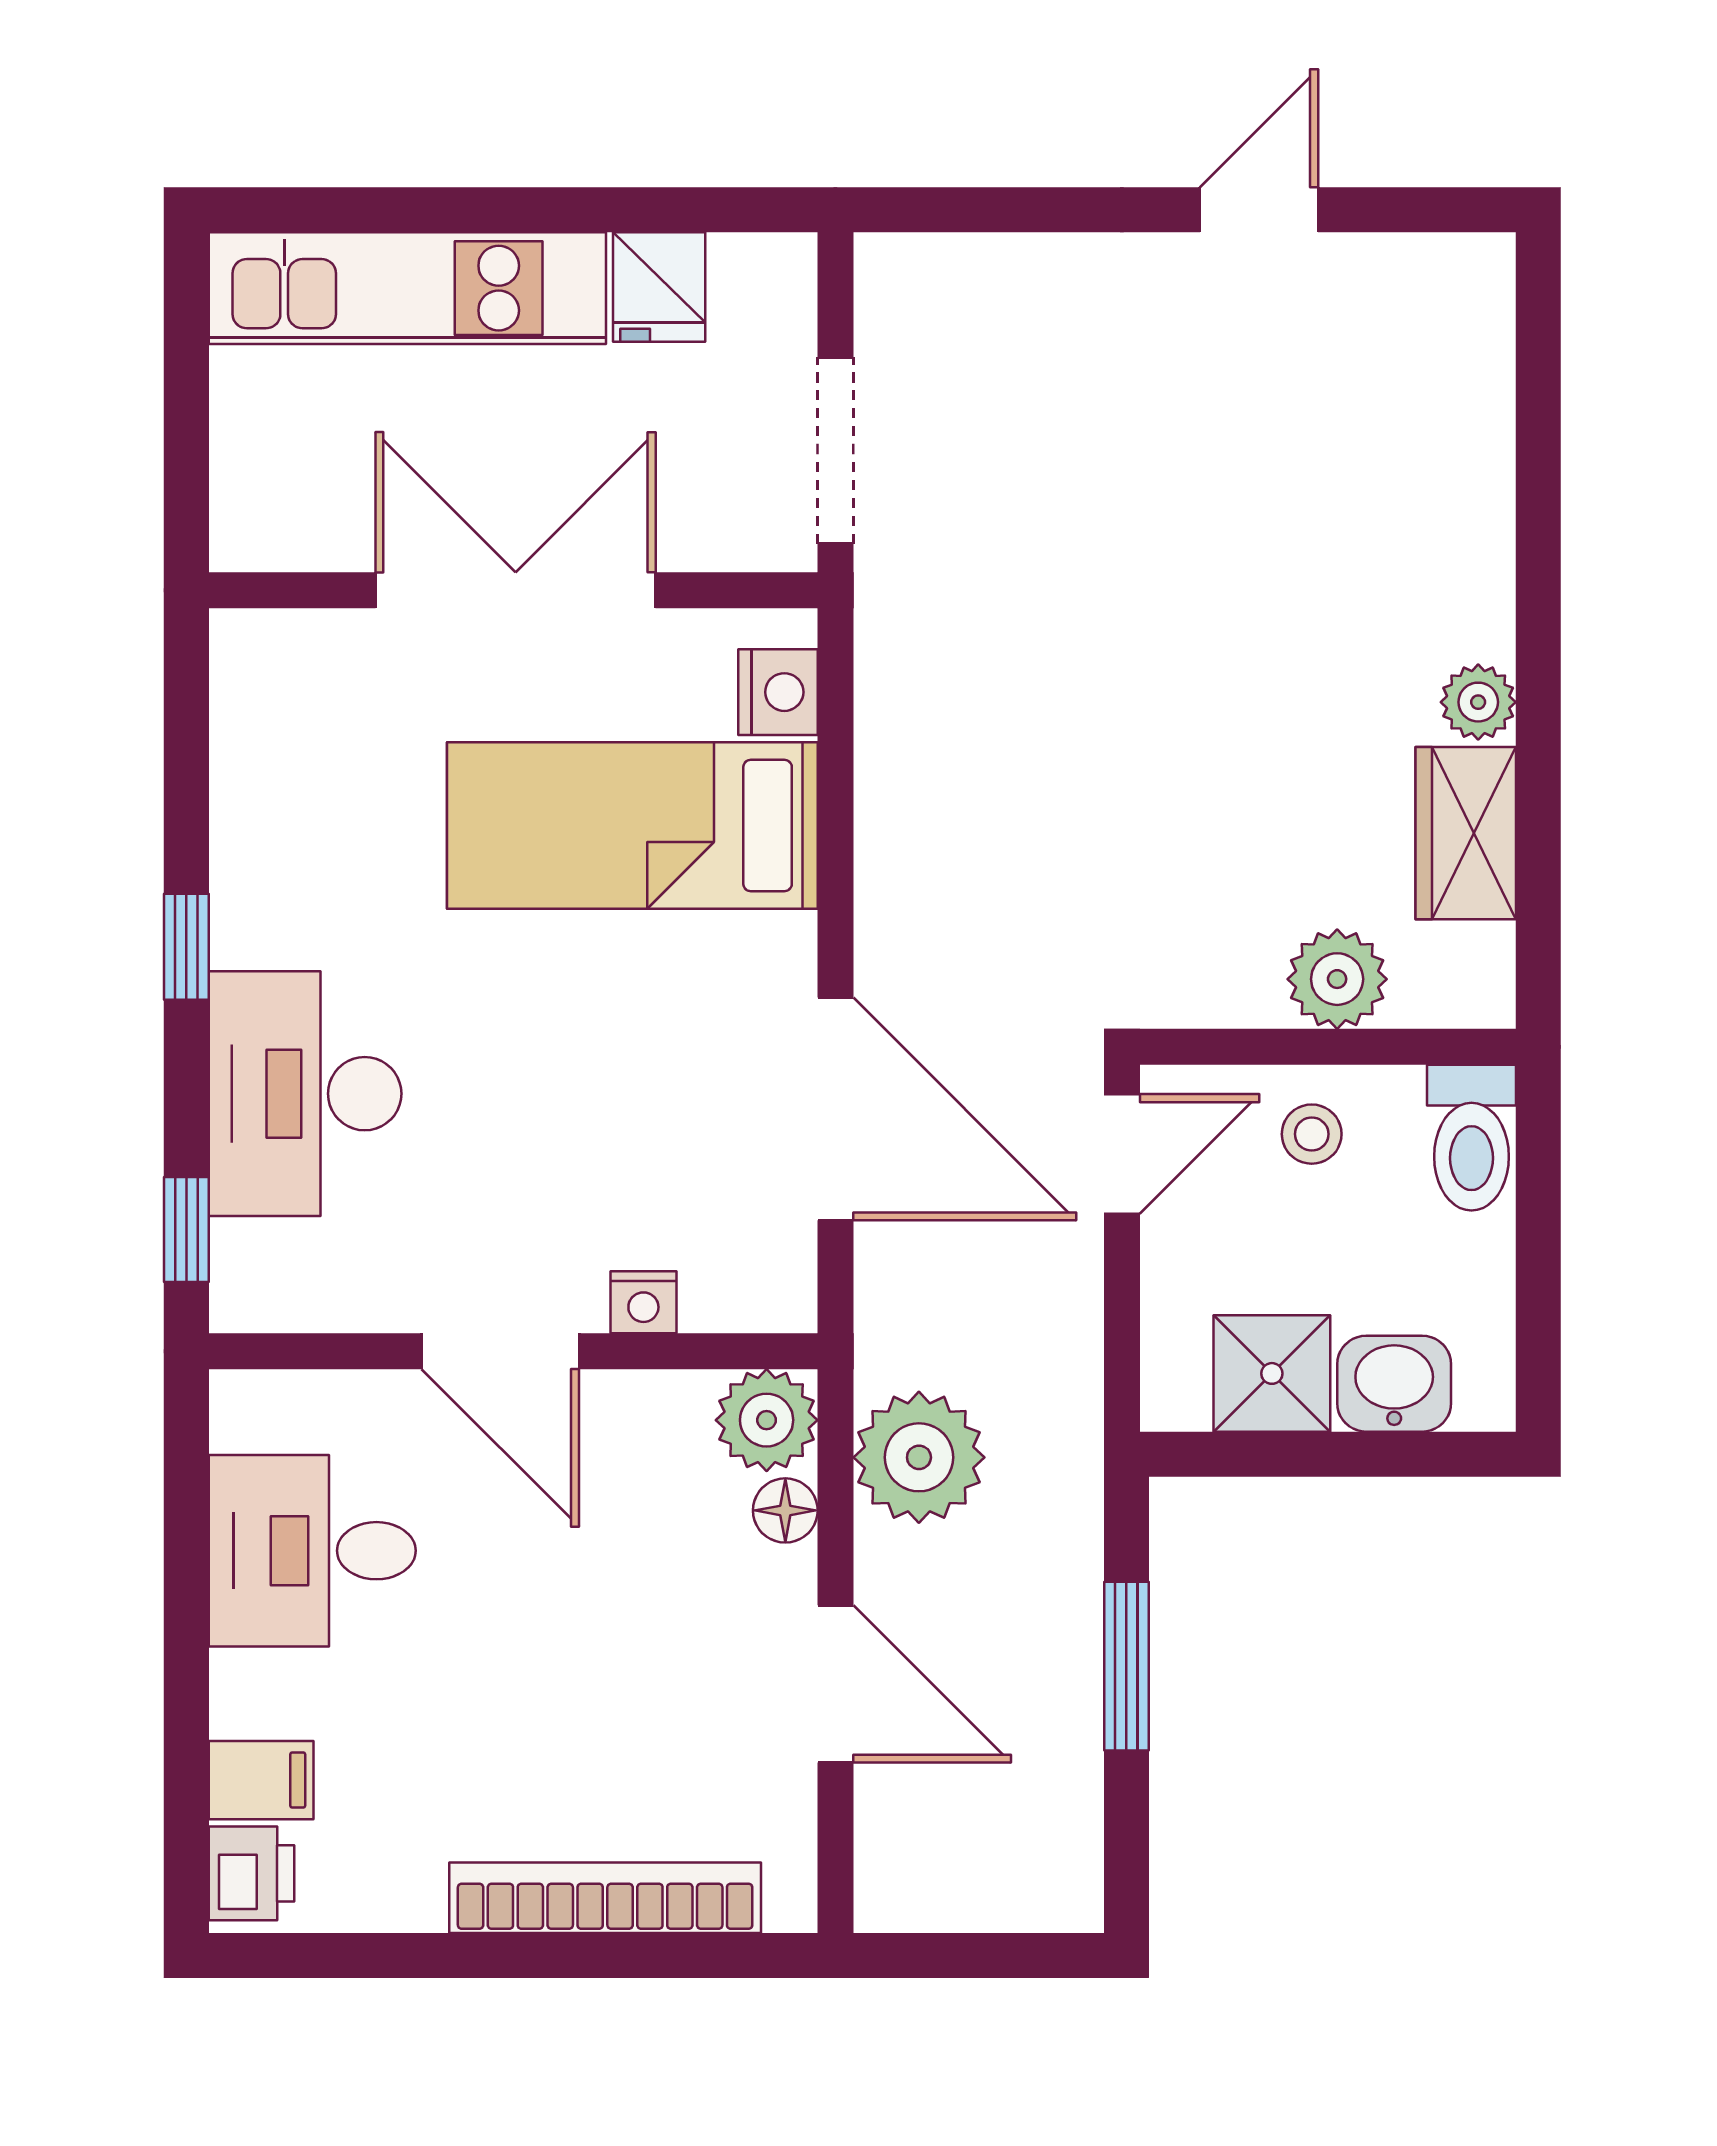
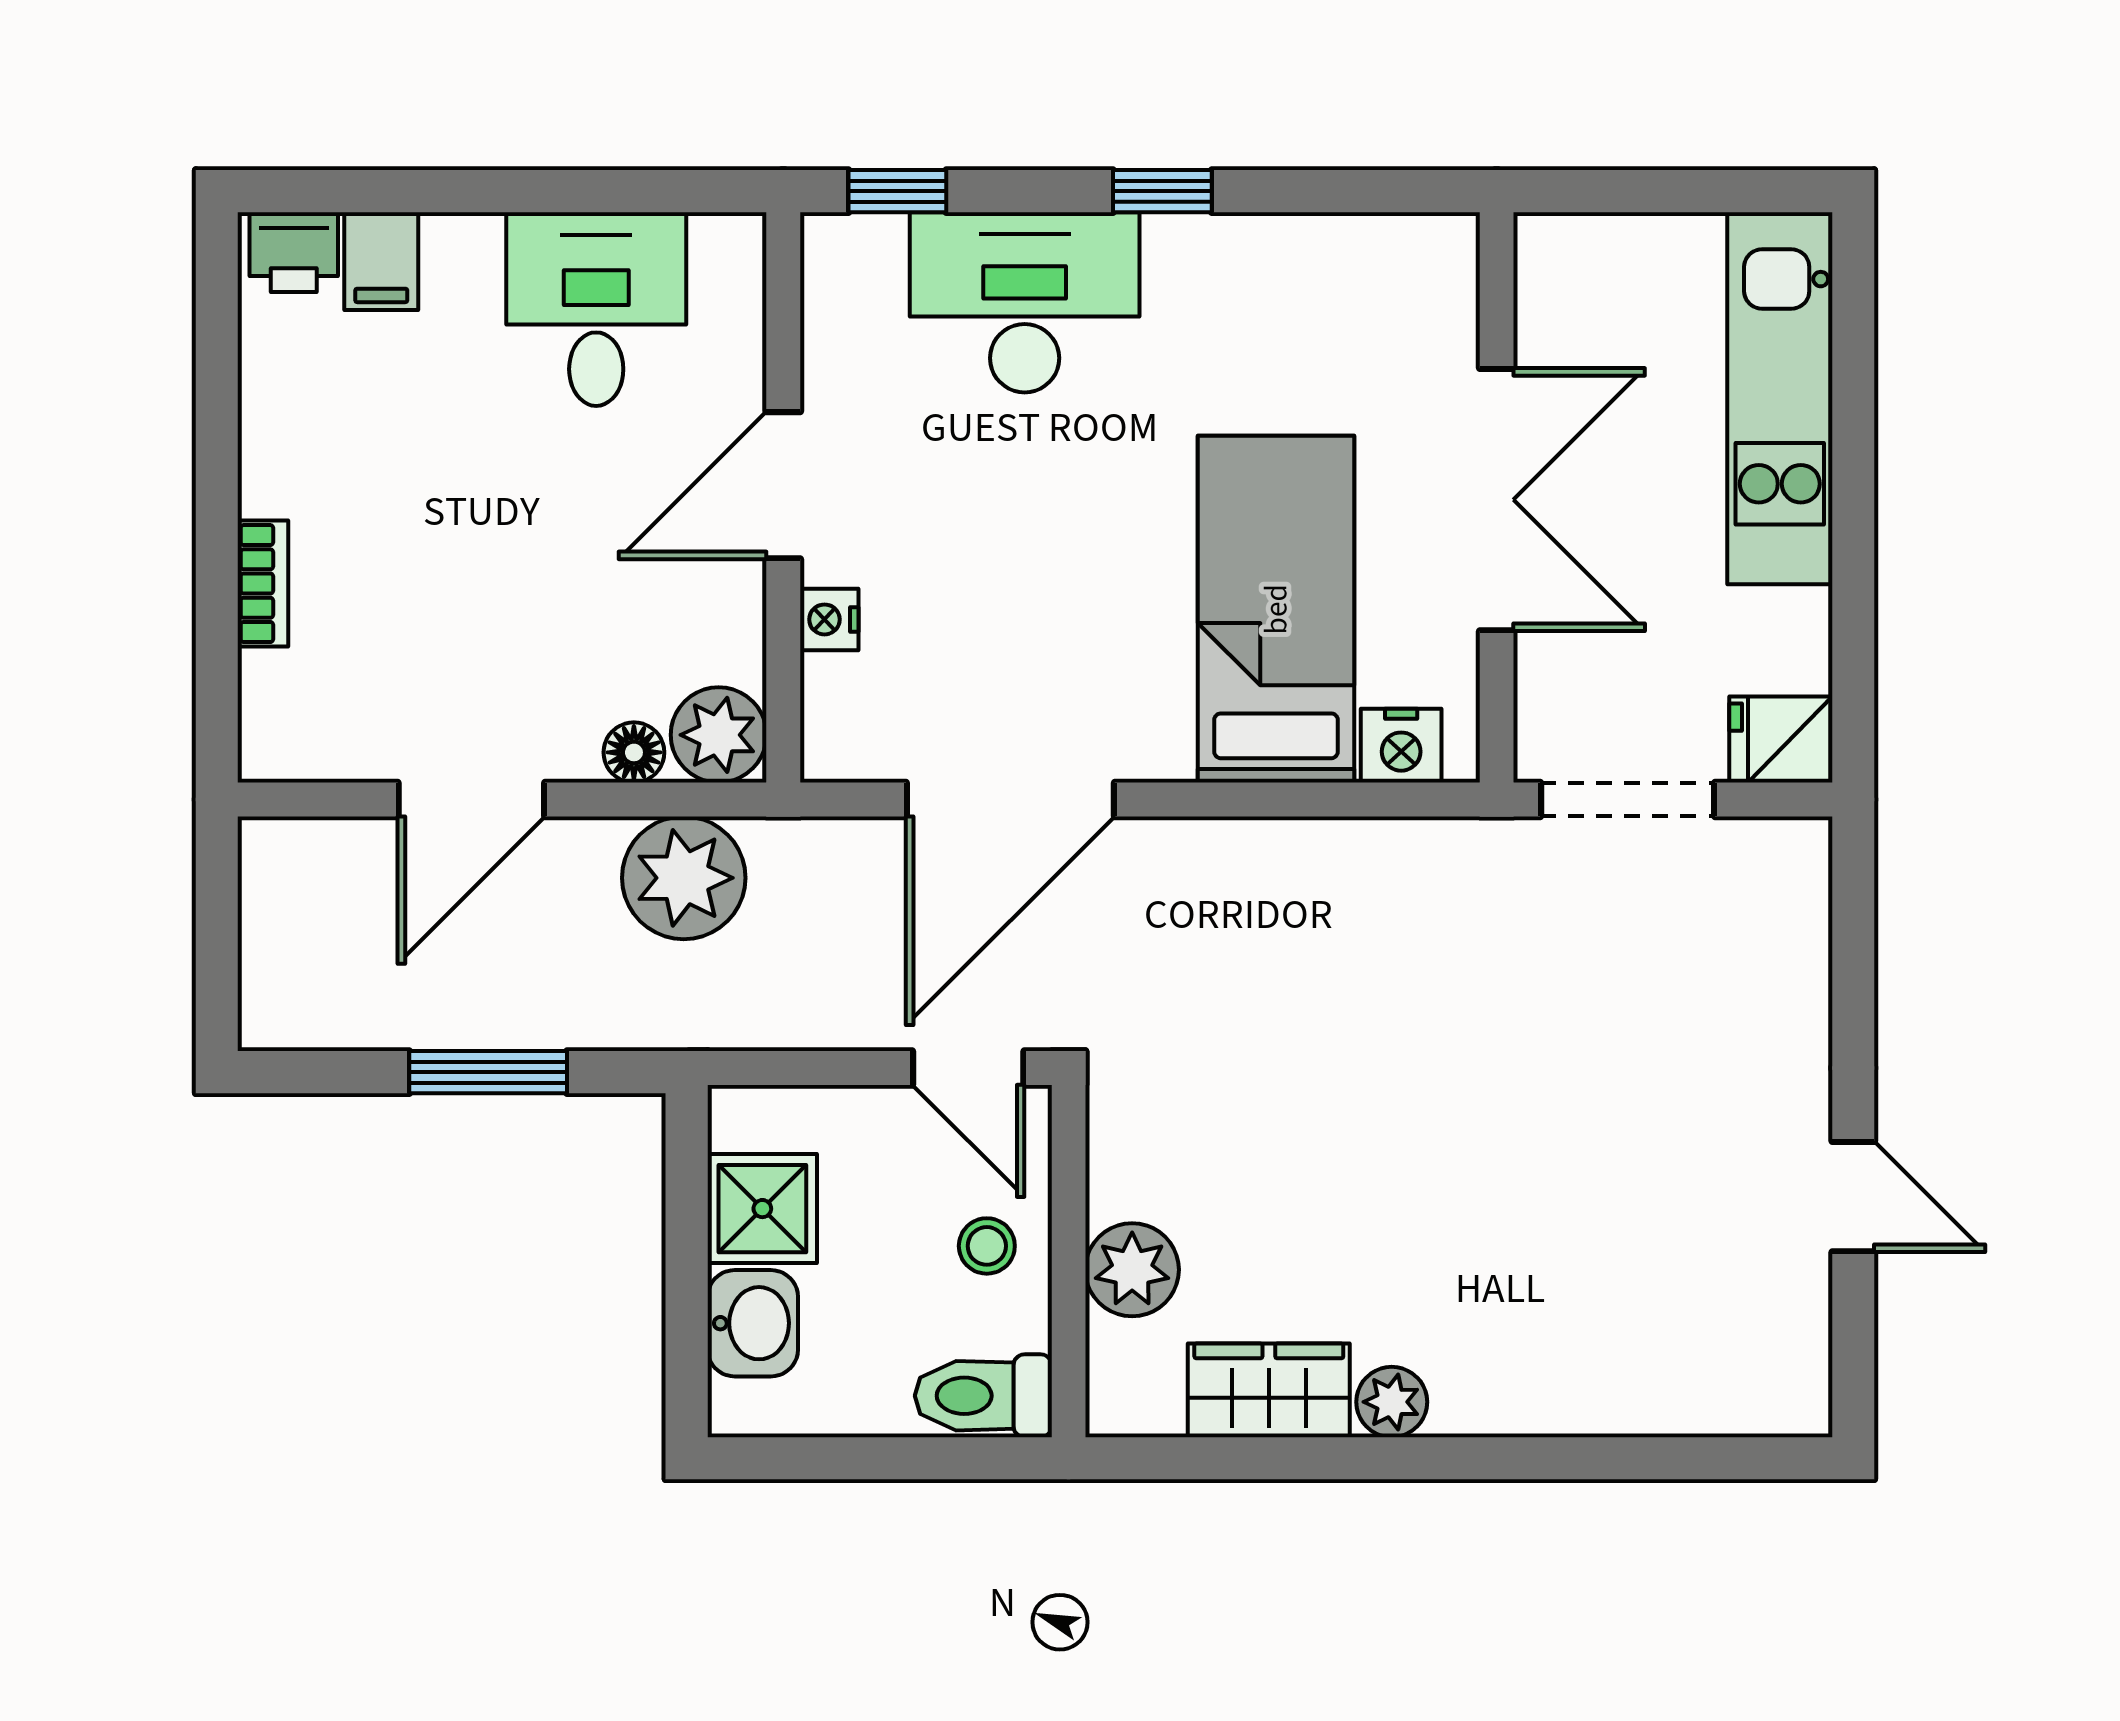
fridge: (659, 287) -> (1781, 740), moved
bookcase: (605, 1898) -> (263, 584), width x0.43, depth x0.76

